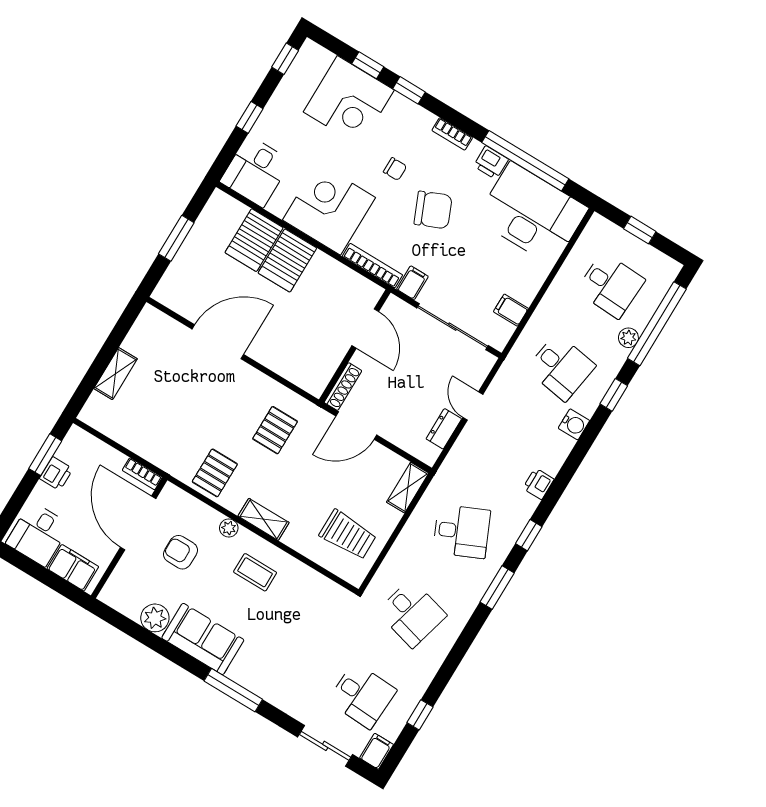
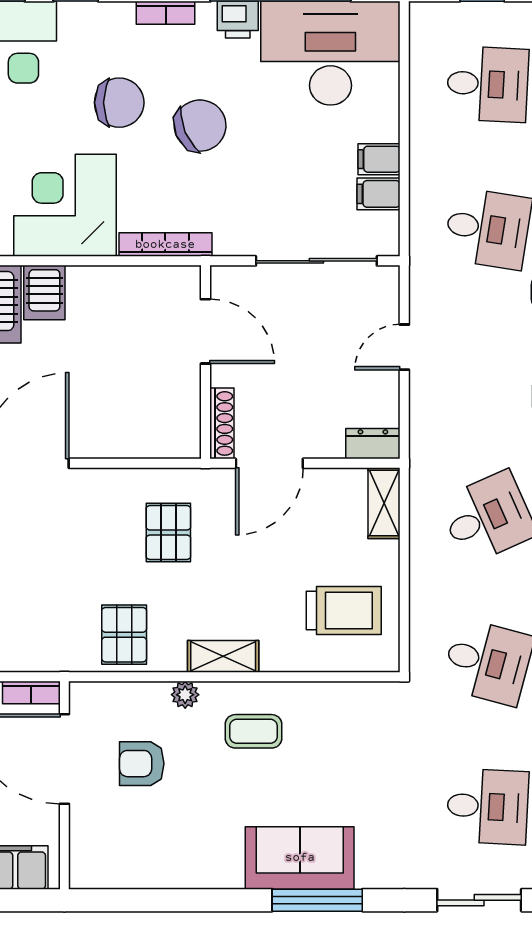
chair: (395, 169) -> (119, 103), width x1.87, depth x1.87
server rack: (287, 260) -> (44, 292), width x0.73, depth x0.70
filing cabinet: (412, 283) -> (379, 159), moved, turned -90
door: (473, 406) -> (404, 347), hinge flipped
dresser: (444, 429) -> (373, 444), moved, turned 90
plant: (155, 618) -> (160, 868), removed
sofa: (203, 639) -> (300, 858), moved

